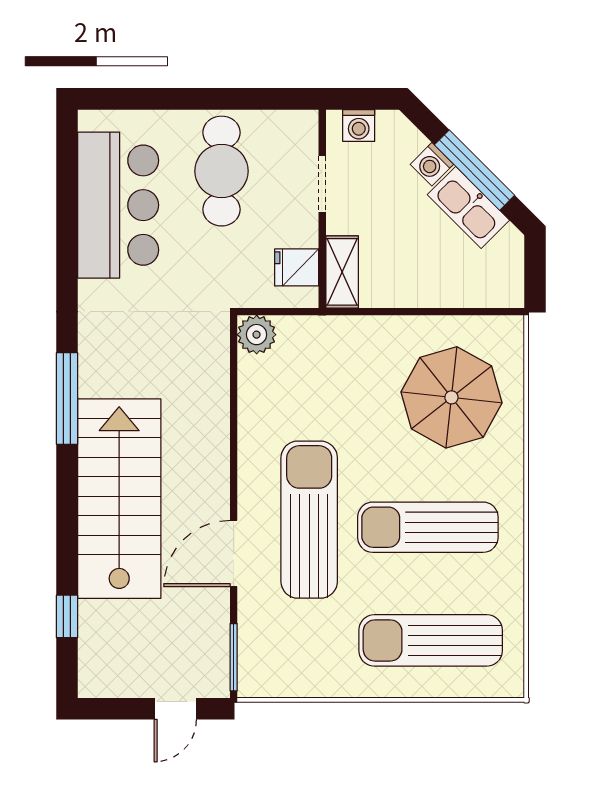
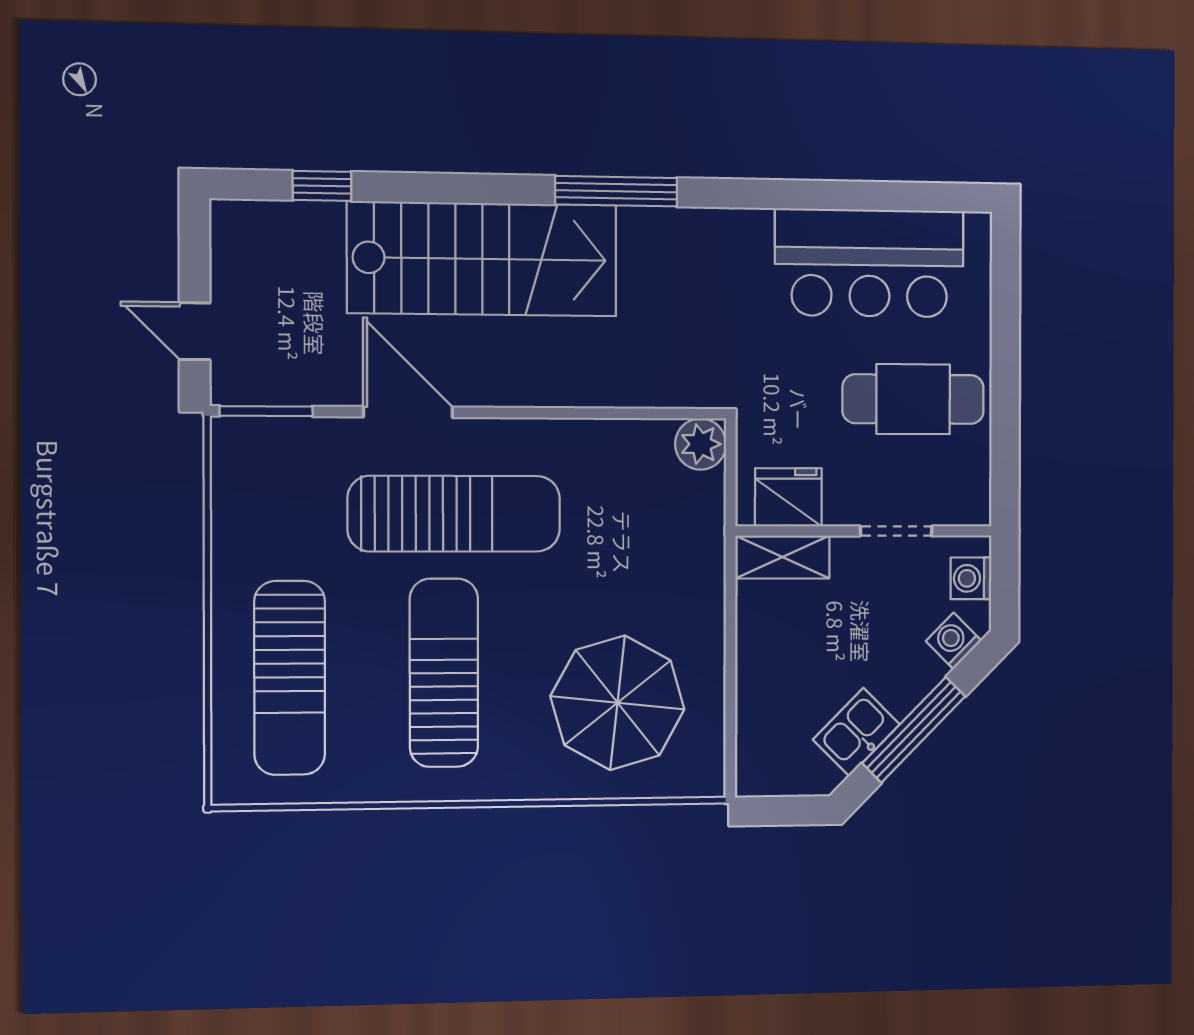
washing machine: (432, 164) -> (954, 641), moved
kitchen sink: (468, 207) -> (856, 732), width x0.73
fridge: (297, 267) -> (788, 497), width x1.38
sun lounger: (431, 640) -> (290, 678), turned 180

